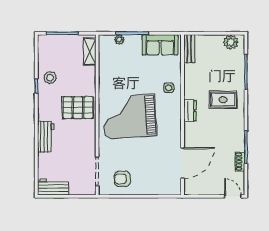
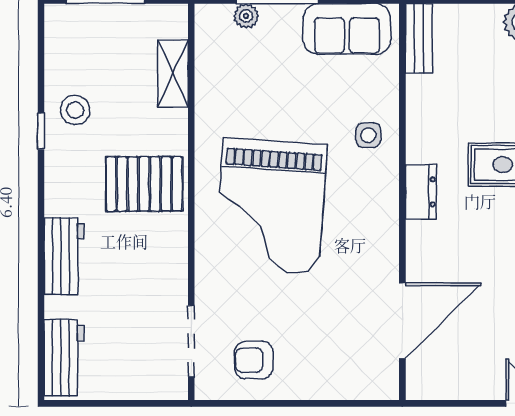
shelving: (90, 52) -> (173, 73), moved
grand piano: (129, 117) -> (271, 206), turned -82
workbench: (53, 187) -> (64, 358), moved, turned 90

